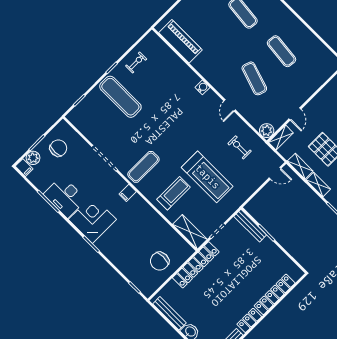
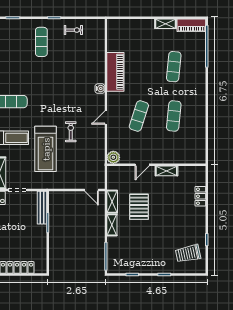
piano: (181, 41) -> (115, 72), moved
exercise mat: (120, 97) -> (41, 42), width x0.73, depth x0.69
shelving: (281, 138) -> (166, 171), moved
exercise bike: (240, 147) -> (71, 132), moved

